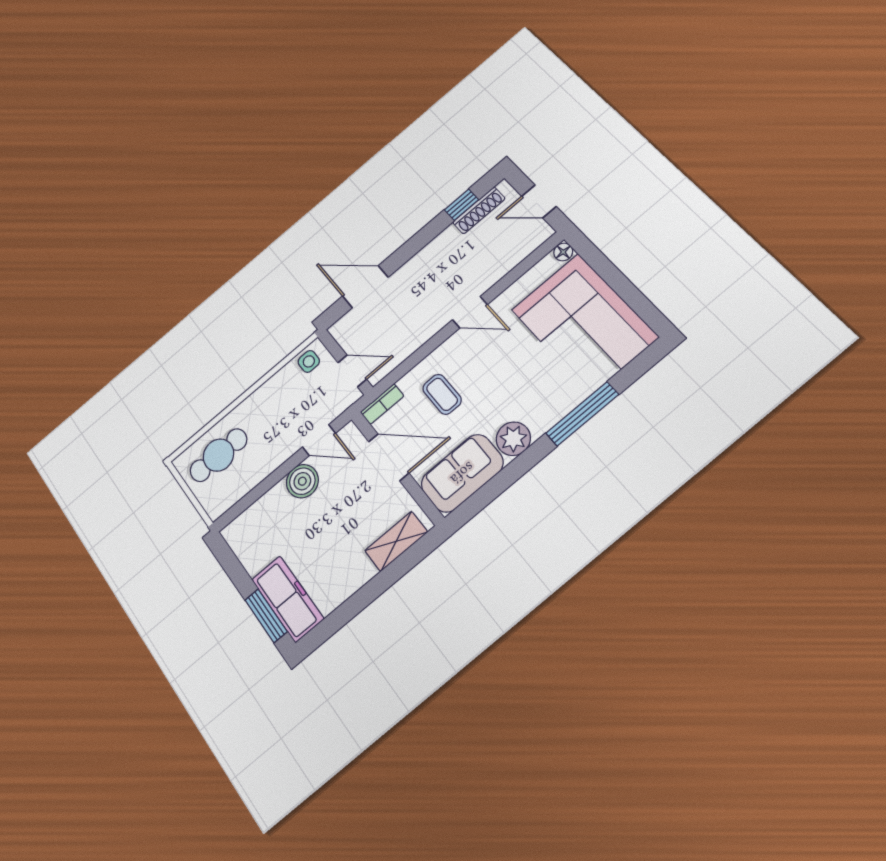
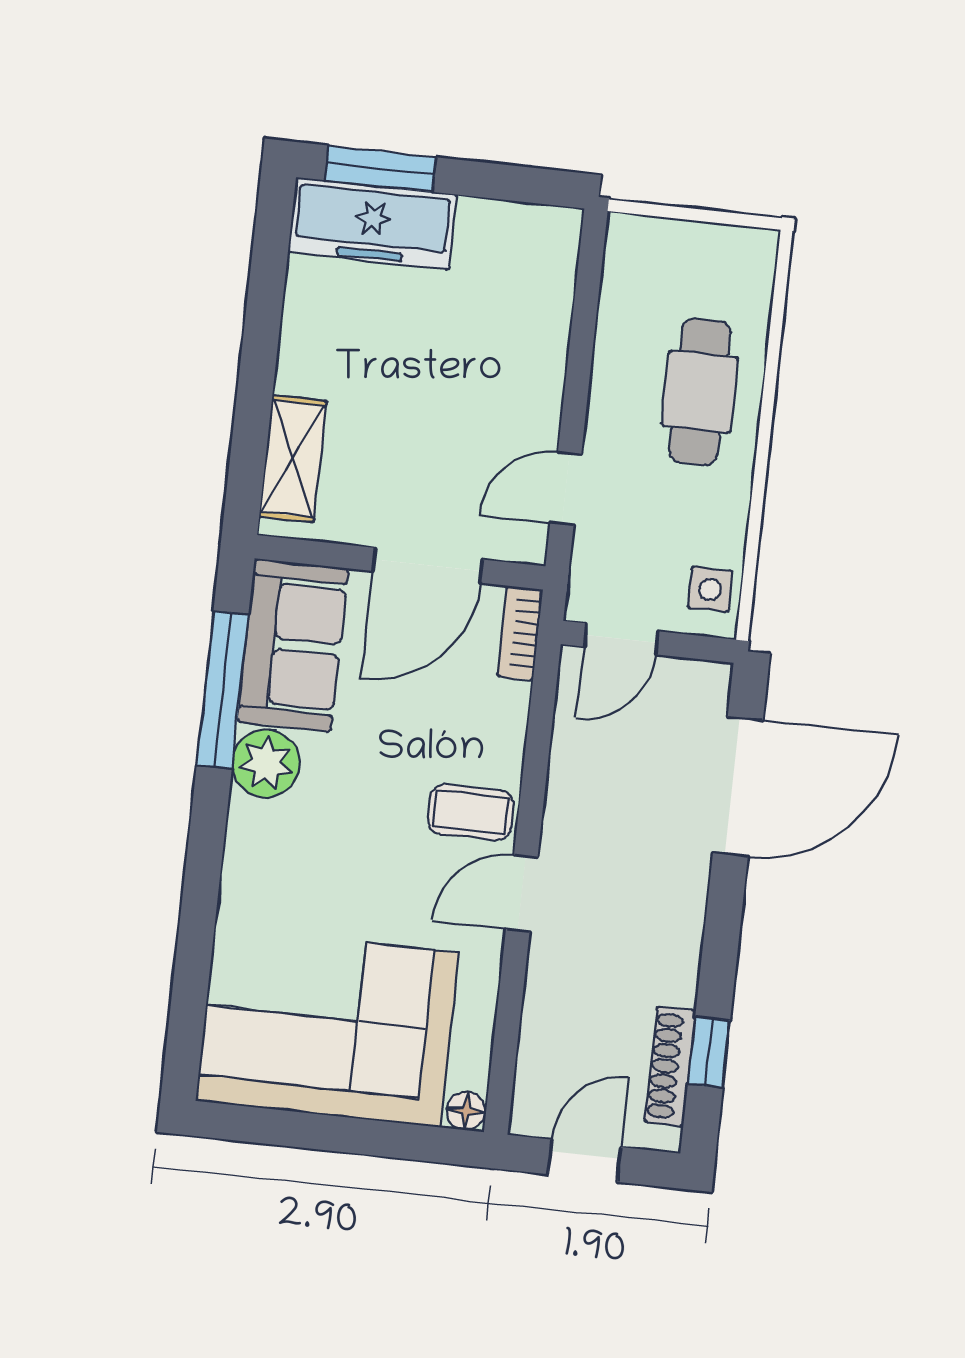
door: (365, 287) -> (738, 787), width x1.36
coffee table: (442, 394) -> (471, 812), moved
window: (582, 414) -> (223, 690), moved
cafe table: (218, 455) -> (700, 392), moved
boiler: (302, 481) -> (528, 406), removed

